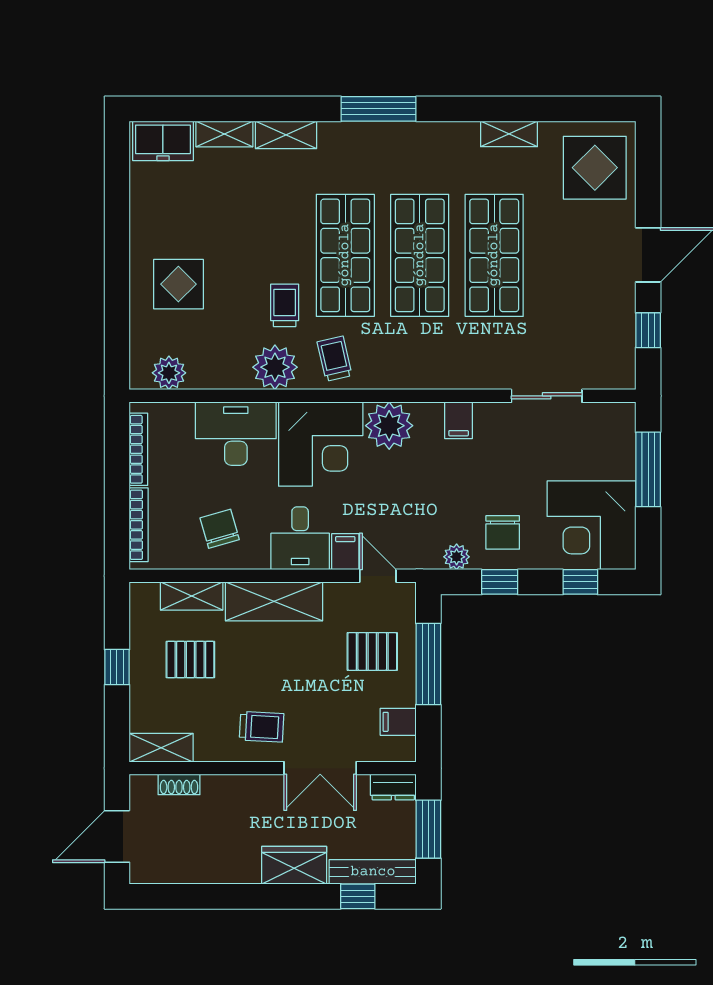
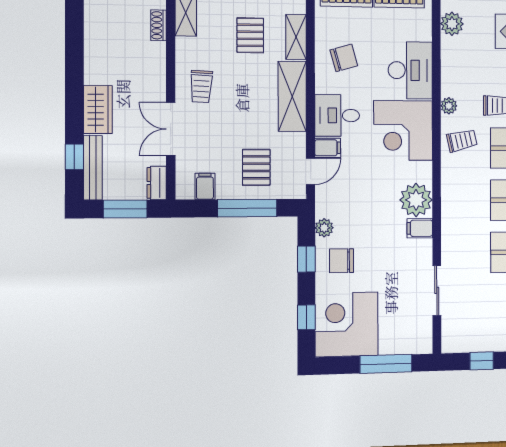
plant: (275, 367) -> (449, 106), width x0.53, depth x0.53
plant: (389, 426) -> (416, 200), moved

